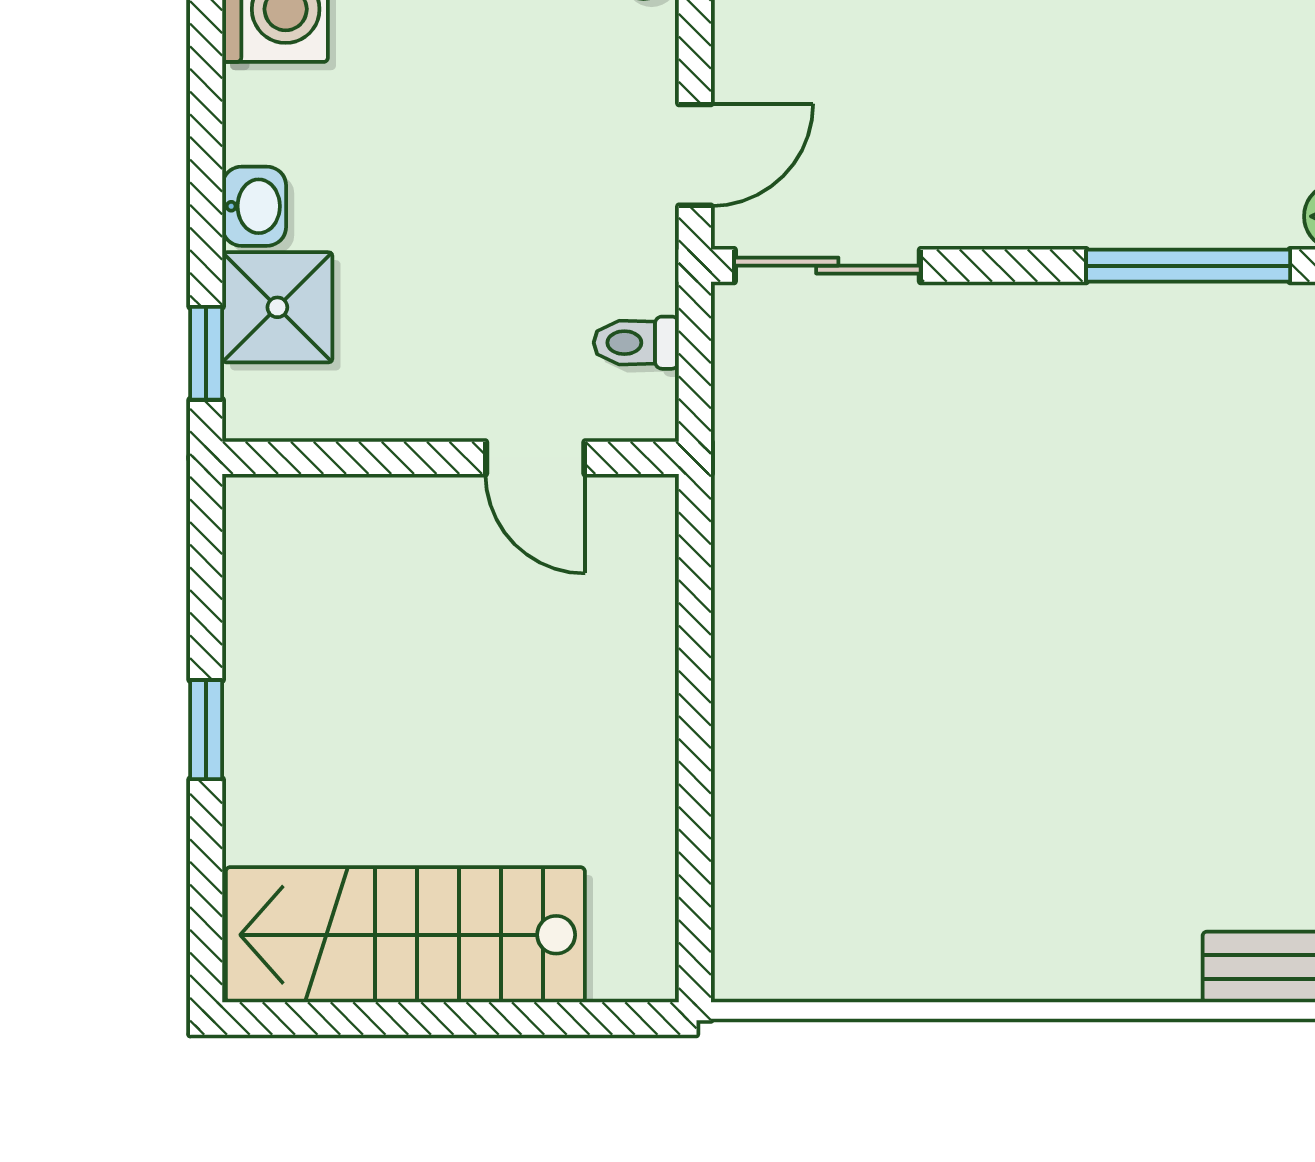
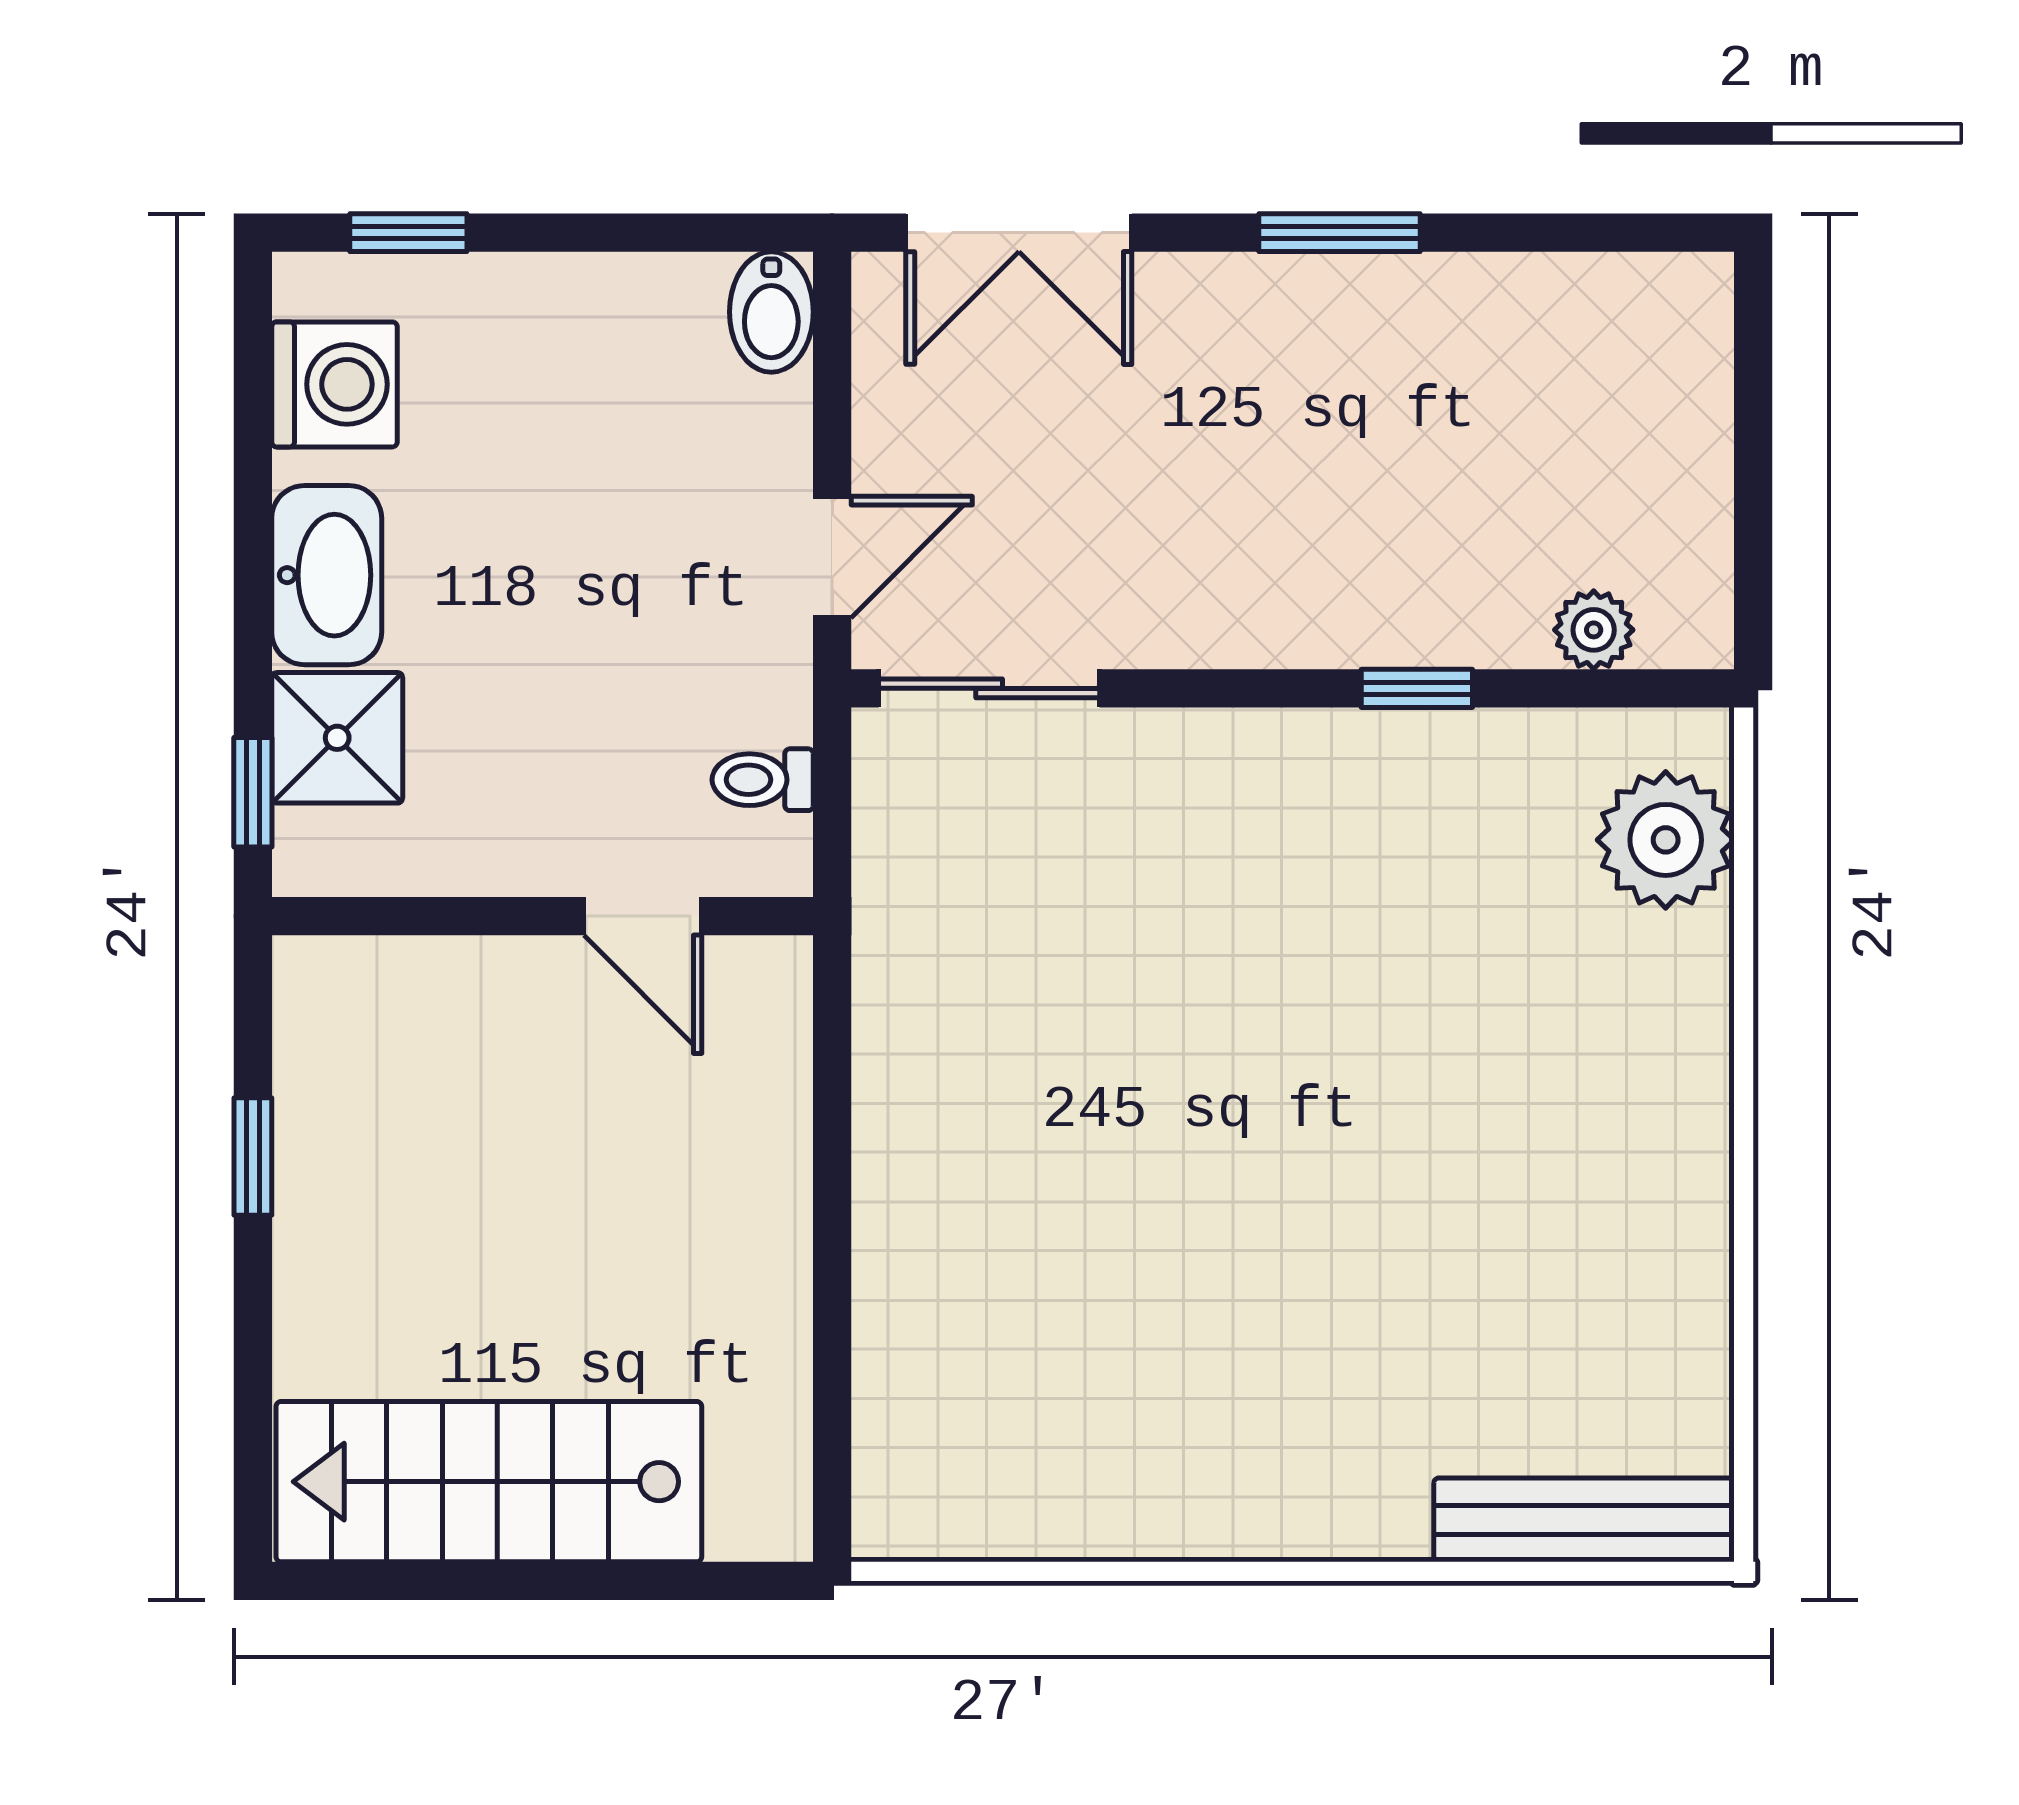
washbasin: (254, 206) -> (327, 575), width x1.91, depth x1.45
window: (1188, 266) -> (1417, 688), width x0.46
window: (206, 730) -> (253, 1156), moved

